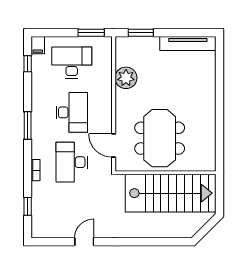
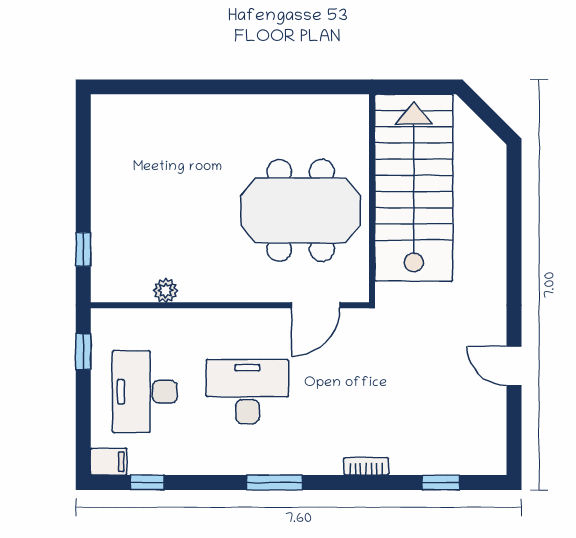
window: (91, 33) -> (83, 352), width x0.67
window: (141, 33) -> (83, 249), width x0.67
tv unit: (188, 44) -> (105, 152), removed
plant: (126, 78) -> (166, 290), width x0.53, depth x0.53
desk: (72, 162) -> (350, 392), removed

